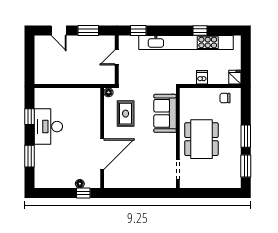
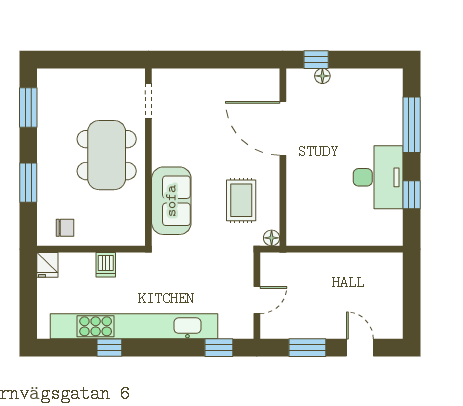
window: (246, 136) -> (28, 183), moved
door: (102, 154) -> (283, 128), hinge flipped
window: (29, 156) -> (412, 125), width x1.44

